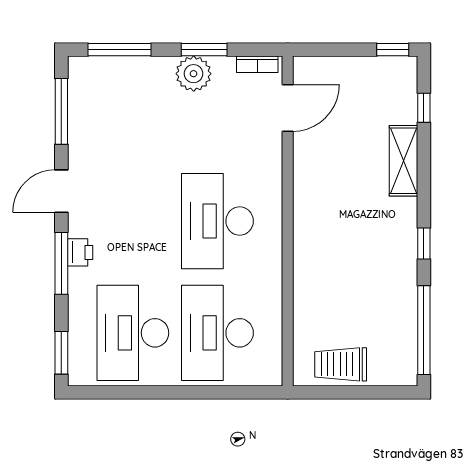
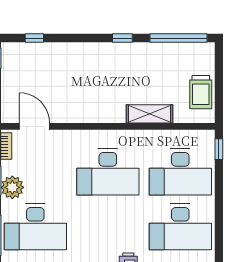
desk: (133, 109) -> (35, 227), added
shelving: (403, 161) -> (149, 114), moved
window: (253, 392) -> (219, 149), added

